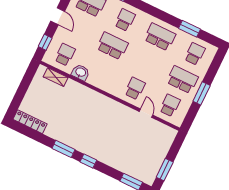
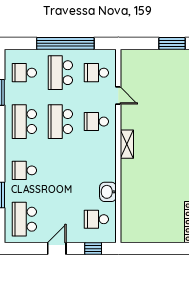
school desk: (112, 46) -> (60, 122), moved
shelving: (56, 77) -> (127, 144), moved
window: (202, 93) -> (65, 43), width x2.11
door: (146, 113) -> (118, 95), swing flipped

